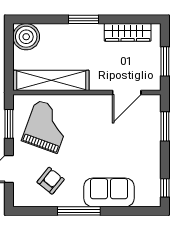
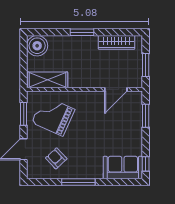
shelving: (51, 80) -> (47, 80), width x0.68
grand piano: (47, 127) -> (53, 116), turned -86
armchair: (51, 181) -> (56, 158), turned -82
sofa: (109, 192) -> (123, 168), moved

